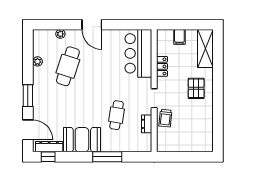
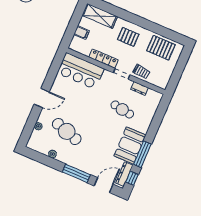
locker: (162, 66) -> (103, 59), width x1.53
window: (28, 96) -> (76, 173), width x1.44
pallet: (200, 128) -> (161, 48), added
window: (107, 157) -> (142, 154), moved

